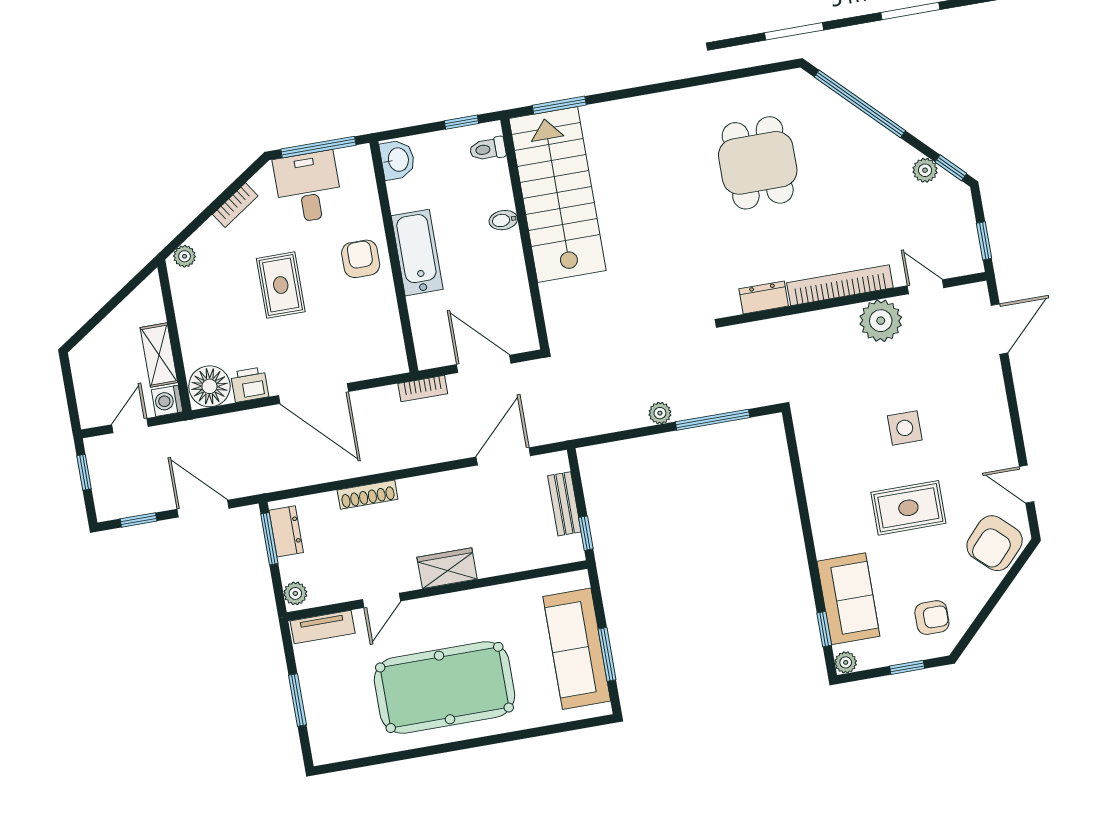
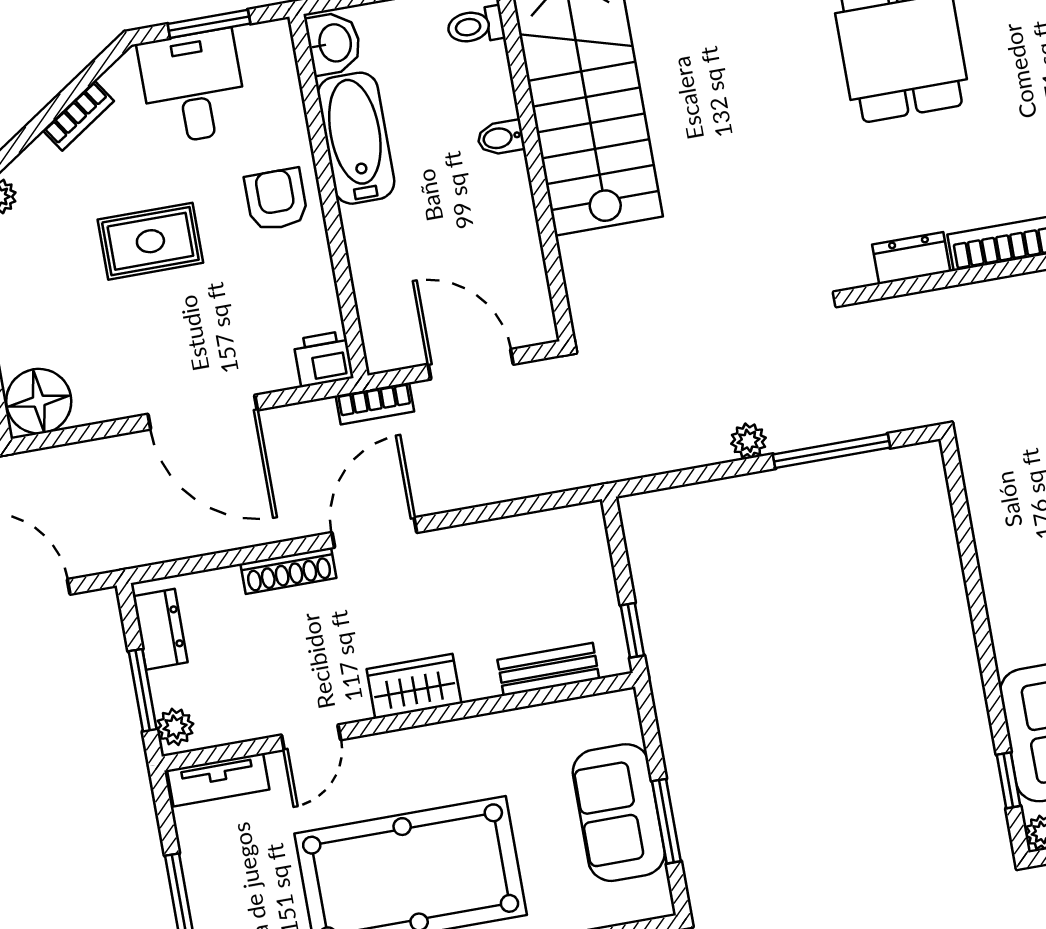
window: (318, 147) -> (209, 24), width x0.69
bathtub: (417, 253) -> (356, 138), moved
rug: (281, 285) -> (150, 241), turned 90
printer: (250, 385) -> (323, 359), moved
door: (503, 456) -> (374, 532), moved
bench: (564, 504) -> (548, 669), moved, turned 90
window: (269, 539) -> (143, 690), moved
sofa: (577, 649) -> (619, 813), width x0.73

